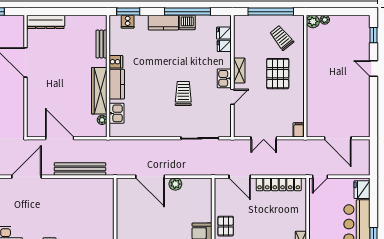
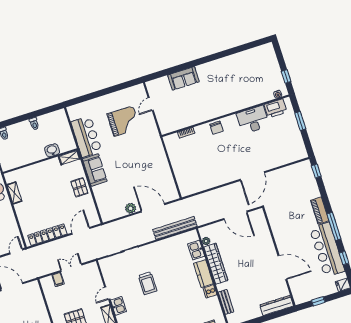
filing cabinet: (299, 130) -> (58, 279), moved
bench: (80, 169) -> (175, 228), moved
door: (240, 177) -> (81, 231), hinge flipped

